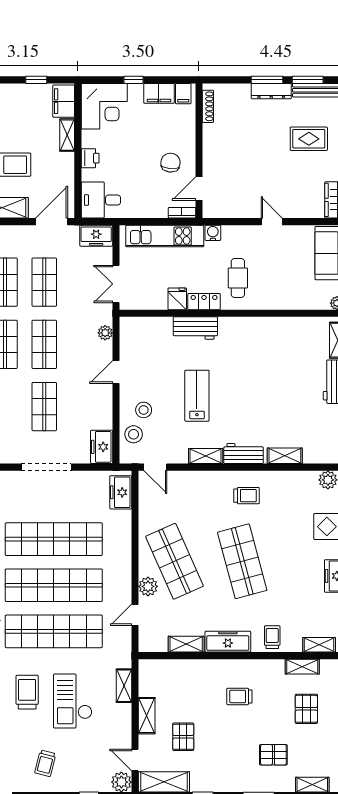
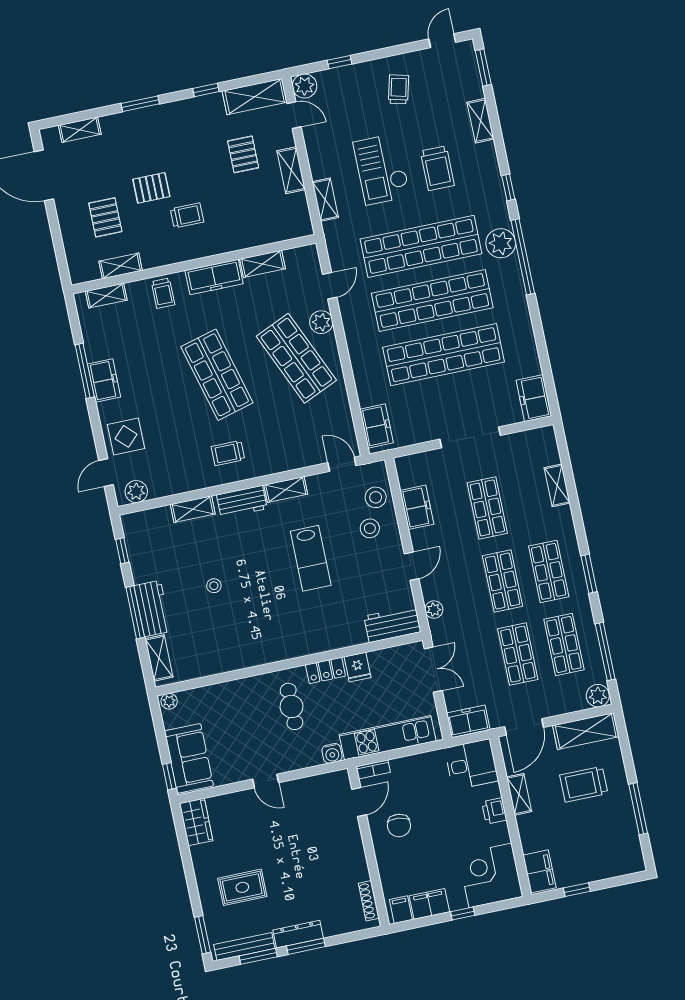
shelving: (67, 135) -> (519, 794), moved
workbench: (195, 328) -> (392, 624), moved
stool: (281, 390) -> (214, 586), added
freezer: (102, 447) -> (417, 507), moved
checkout: (73, 701) -> (382, 169), turned 180
pallet: (273, 755) -> (151, 188), moved

